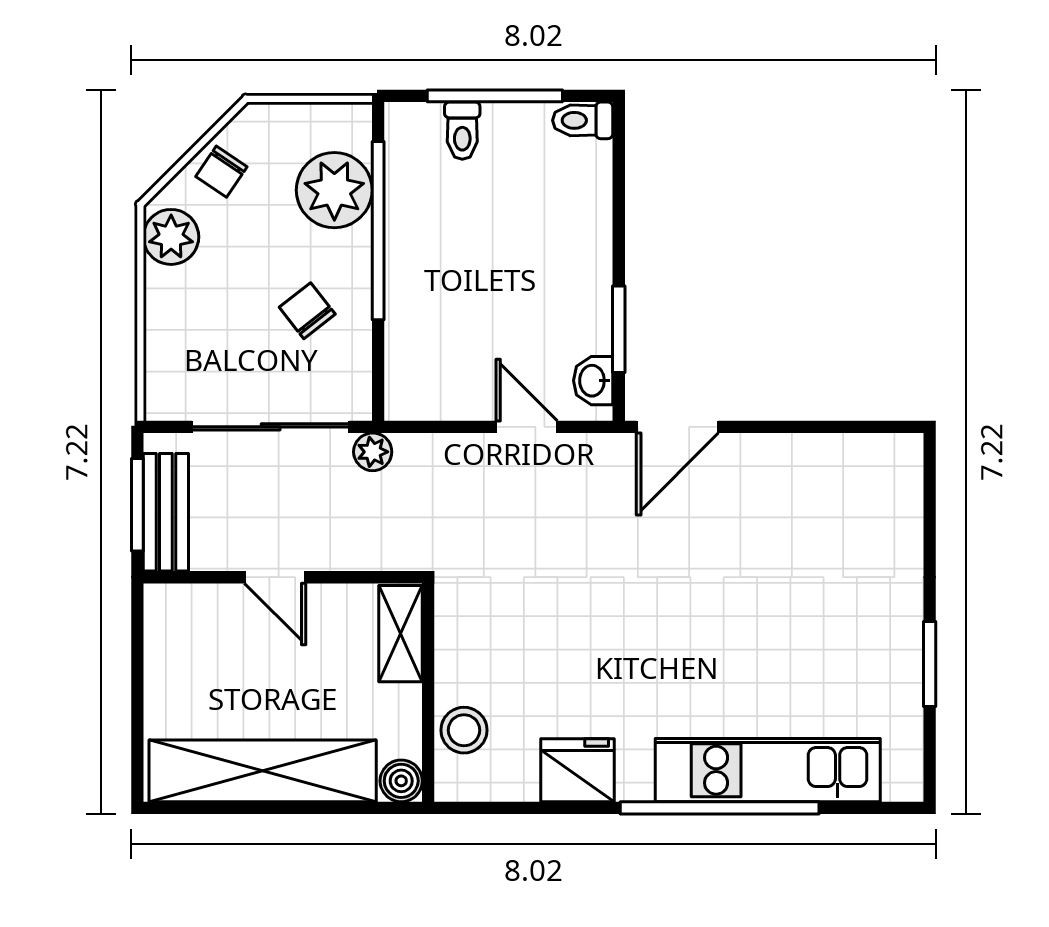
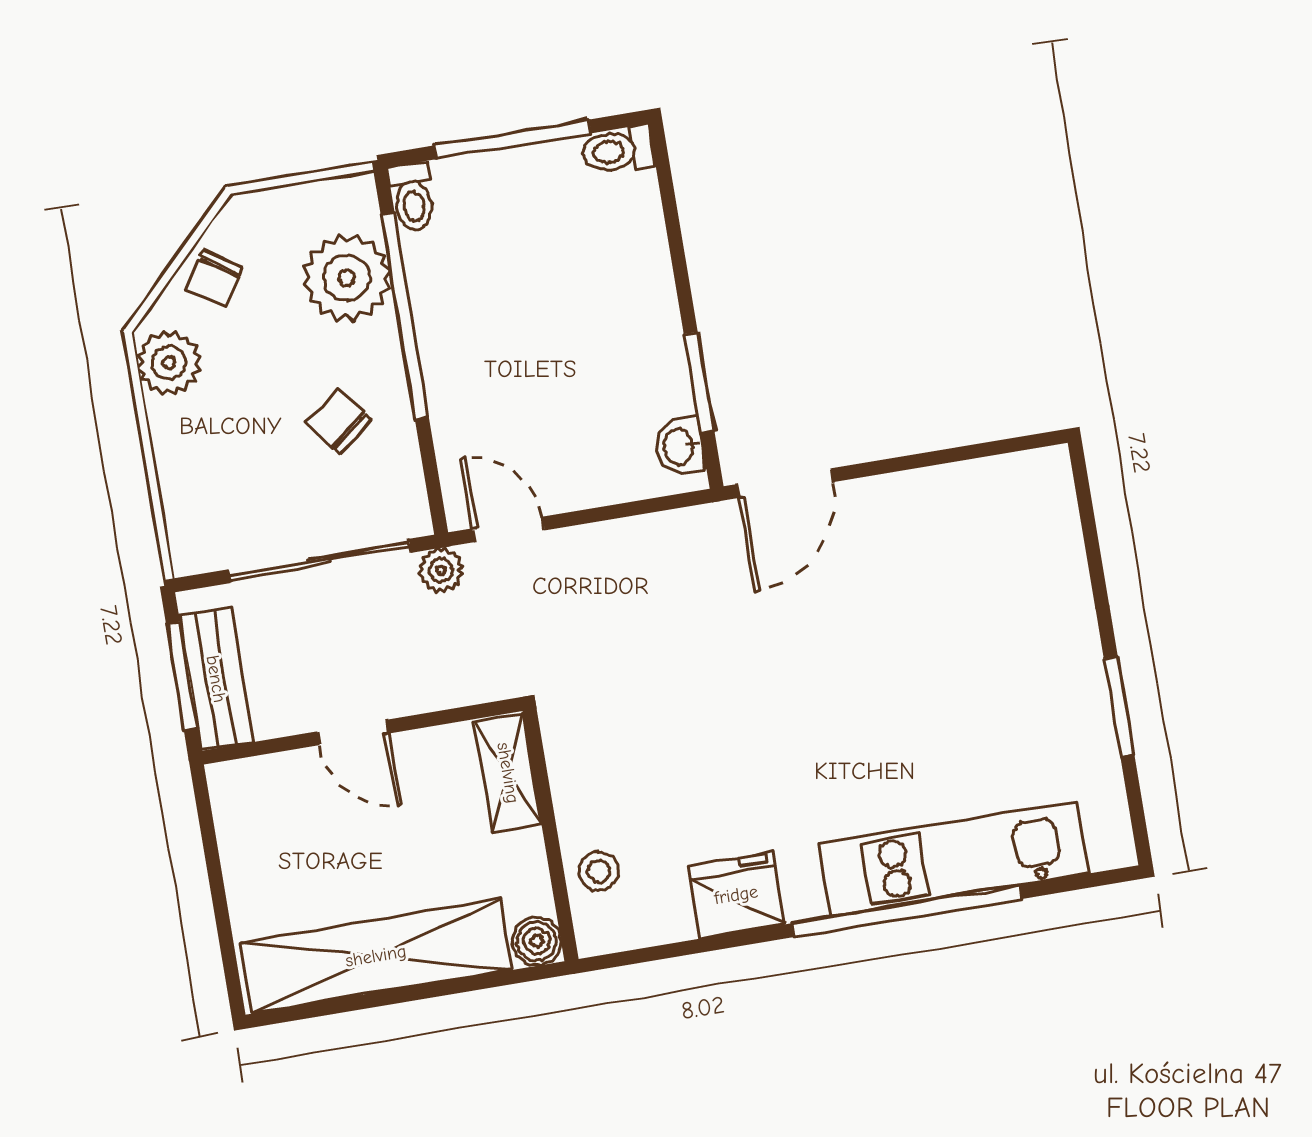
toilet: (462, 131) -> (413, 197), moved
door: (527, 427) -> (508, 529), moved
stool: (464, 730) -> (599, 871), width x0.73, depth x0.73

